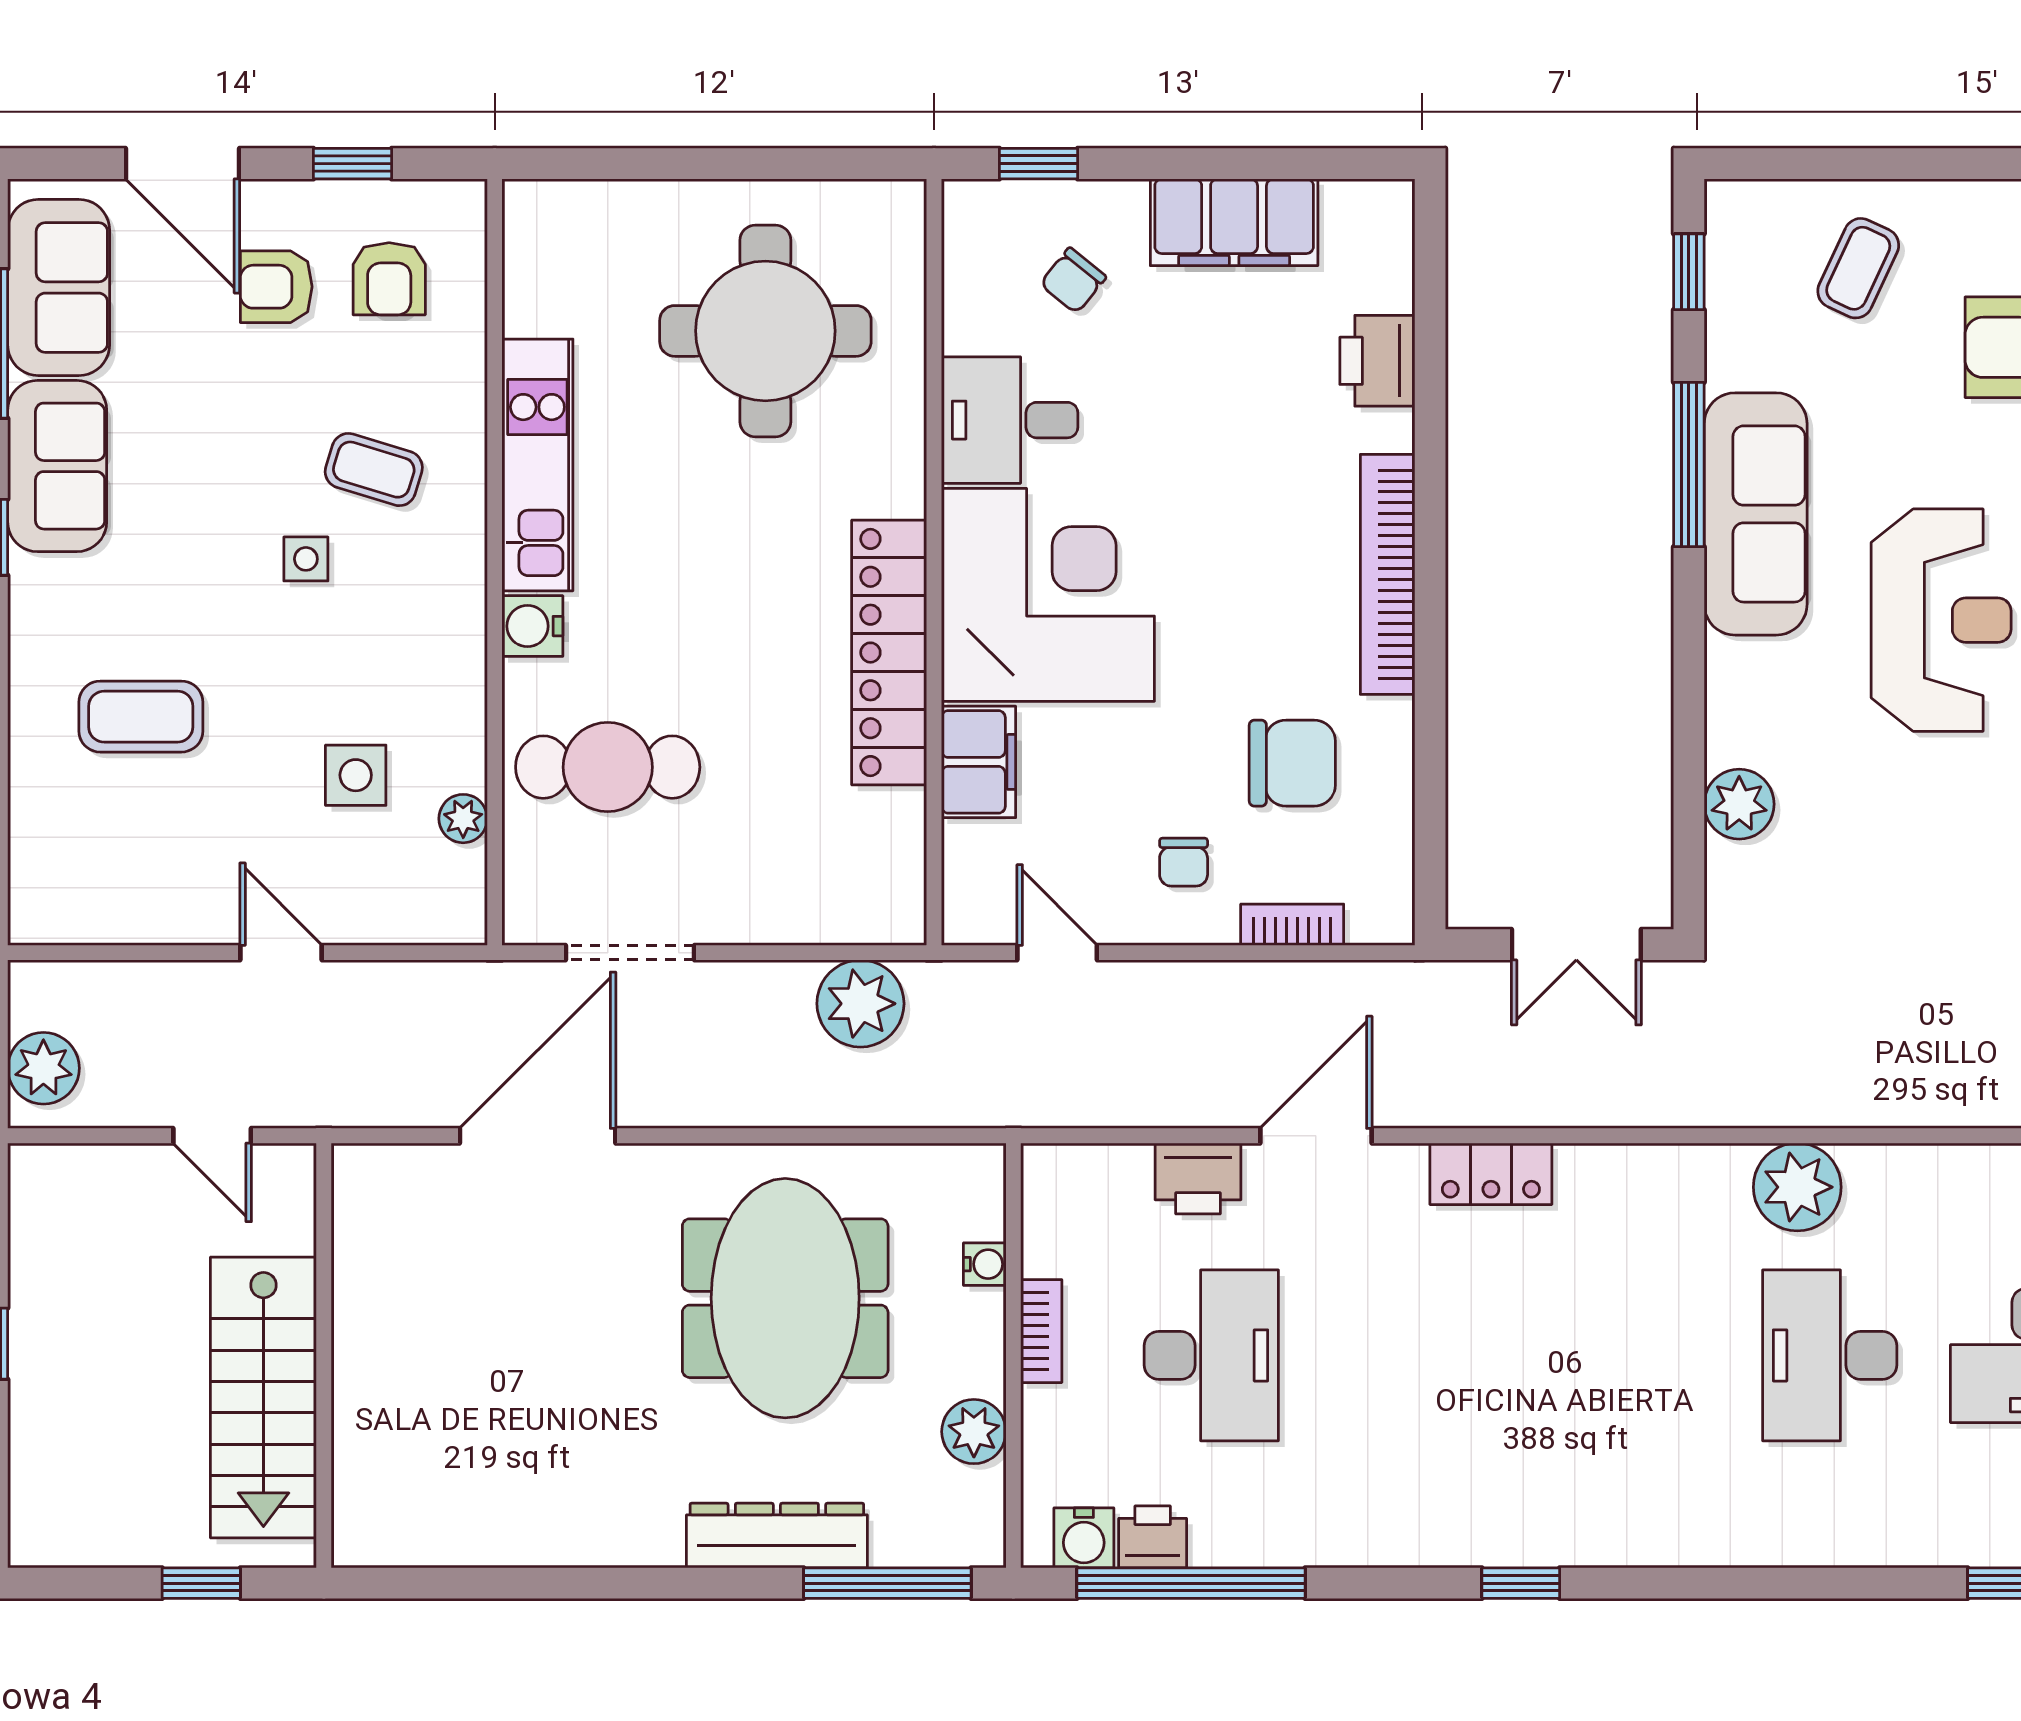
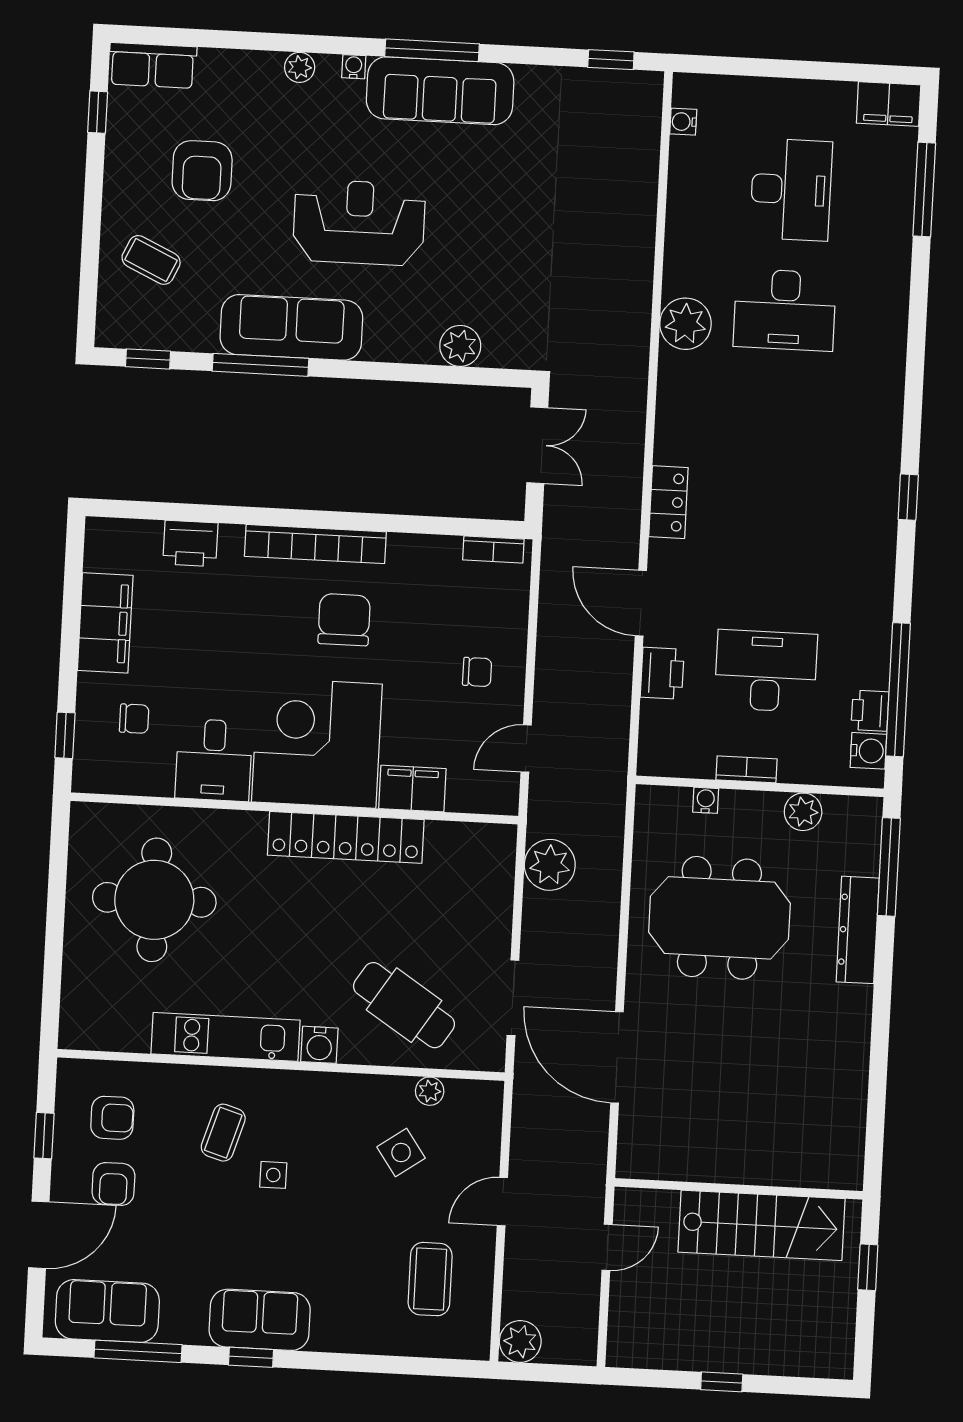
chair: (1073, 280) -> (134, 719), turned -39
sofa: (57, 466) -> (260, 1320), moved
coffee table: (141, 717) -> (430, 1279), moved
chair: (1292, 763) -> (344, 620), moved
cafe table: (608, 767) -> (404, 1005), turned -57
side table: (356, 775) -> (401, 1153), turned -35
bookcase: (1292, 925) -> (493, 549), moved, turned -90
plant: (43, 1068) -> (520, 1341), moved

